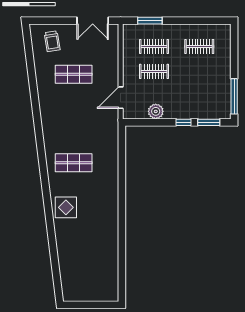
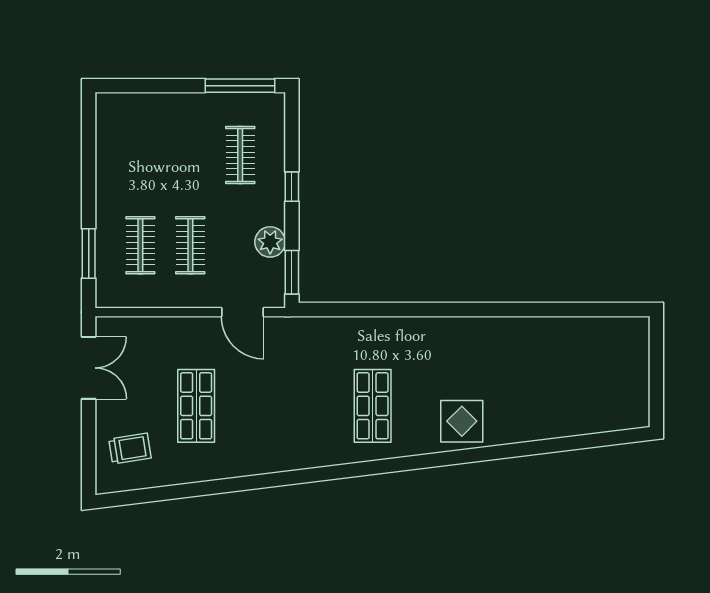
clothes rail: (199, 46) -> (240, 155), moved
window: (209, 122) -> (292, 272), moved

